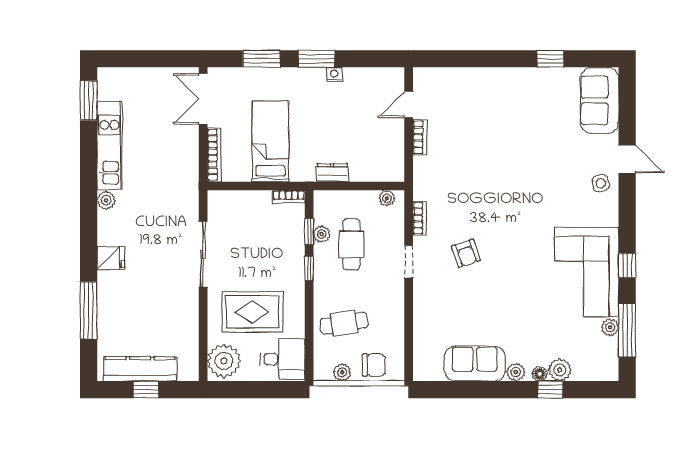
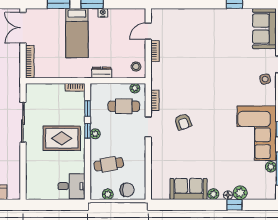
bed: (270, 141) -> (77, 33), moved, turned 180
stool: (389, 163) -> (136, 67), added
plant: (322, 234) -> (95, 134), moved
cafe table: (351, 244) -> (124, 106), moved, turned 90
rug: (252, 312) -> (62, 138), moved
plant: (224, 361) -> (36, 187), removed

